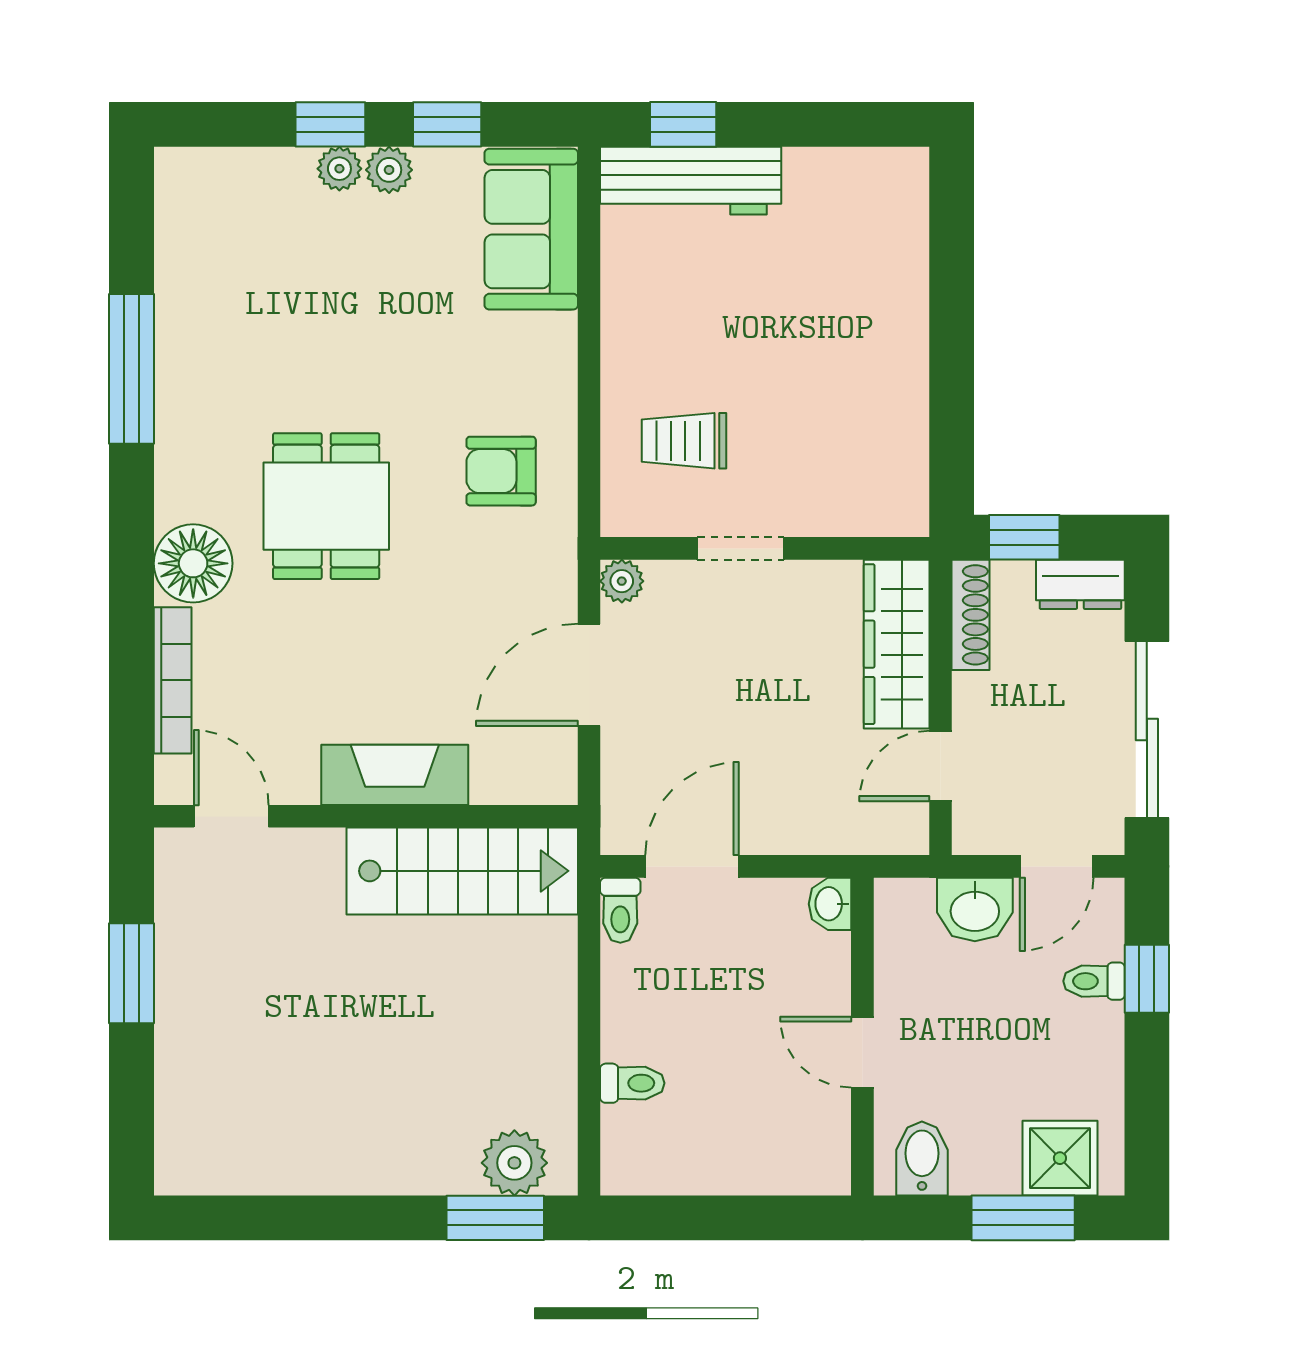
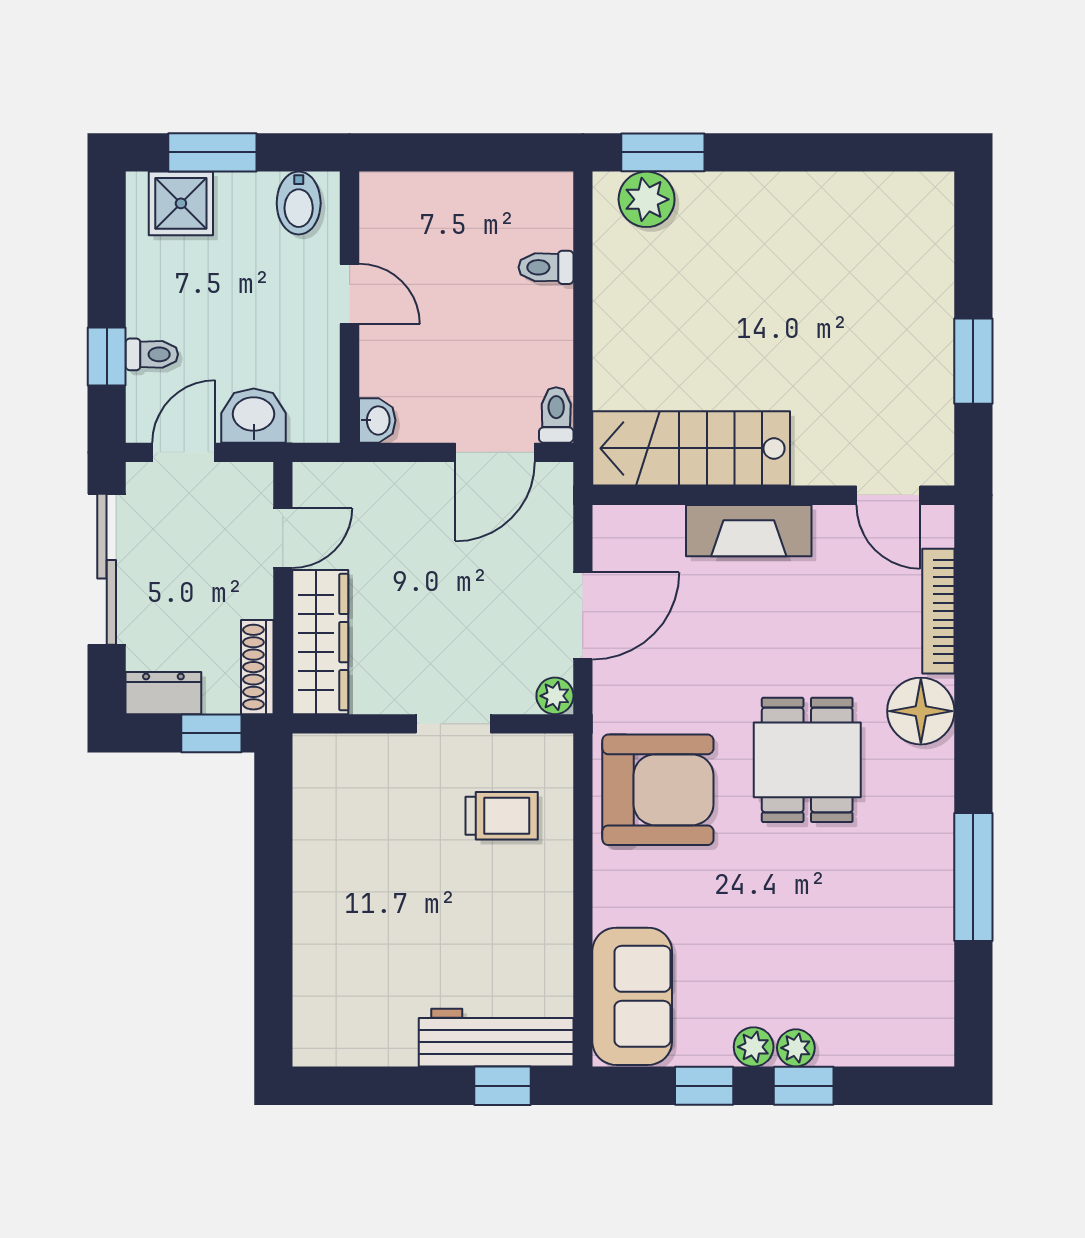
armchair: (501, 471) -> (658, 790), width x1.88, depth x1.88

